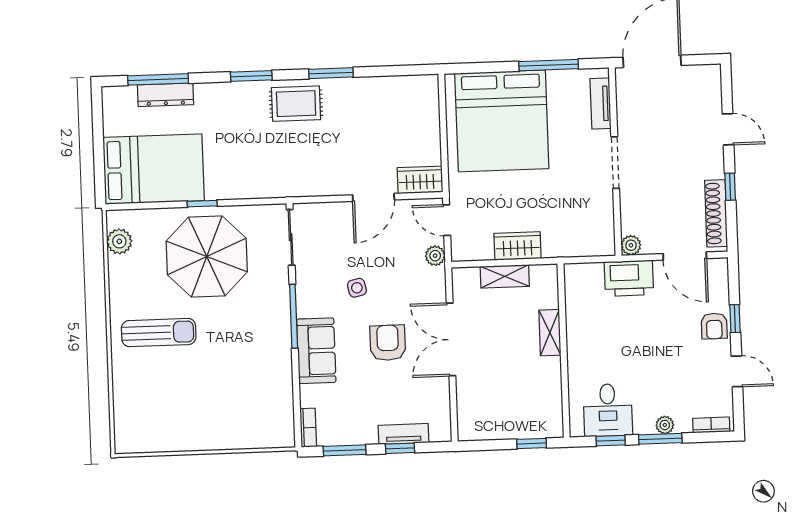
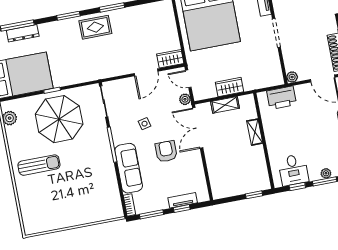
printer: (629, 278) -> (282, 98), moved
double door: (451, 339) -> (198, 128), moved
sofa: (316, 351) -> (129, 168), width x1.36

